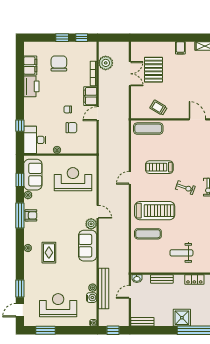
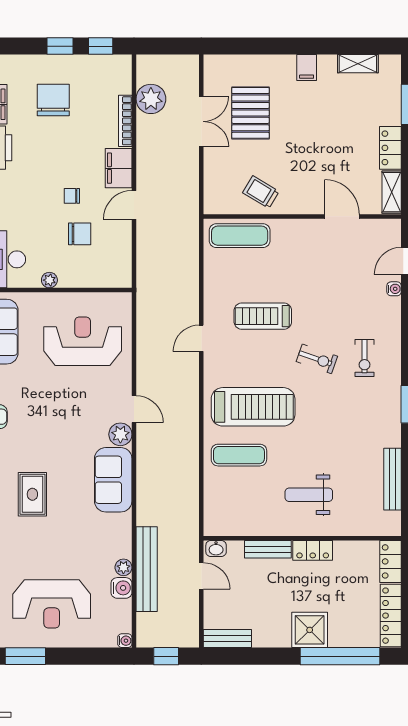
locker: (194, 280) -> (313, 550), moved
door: (130, 292) -> (201, 576), swing flipped
reception desk: (58, 305) -> (52, 604), turned 180

